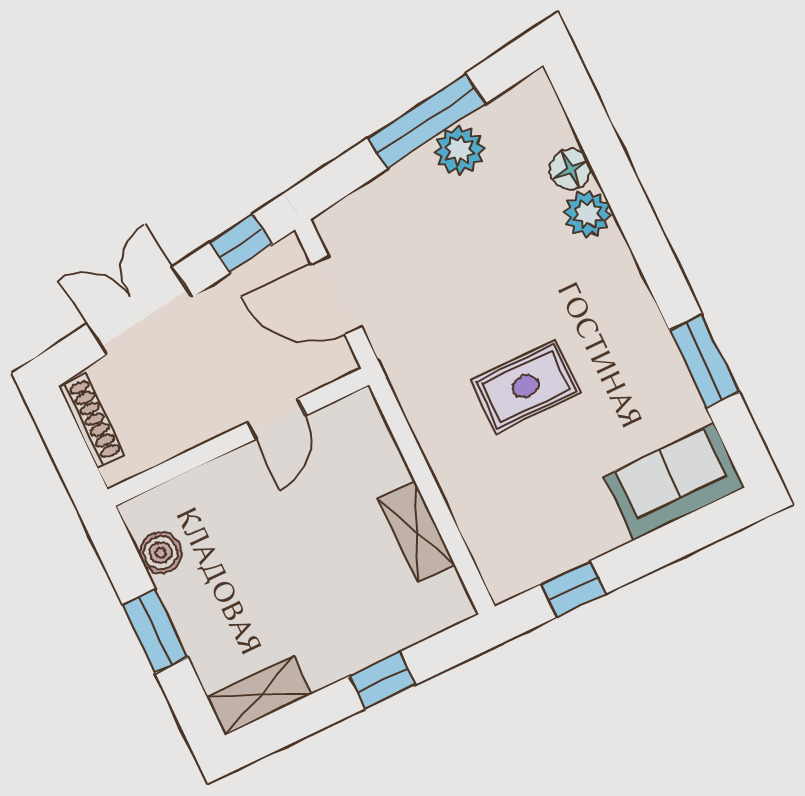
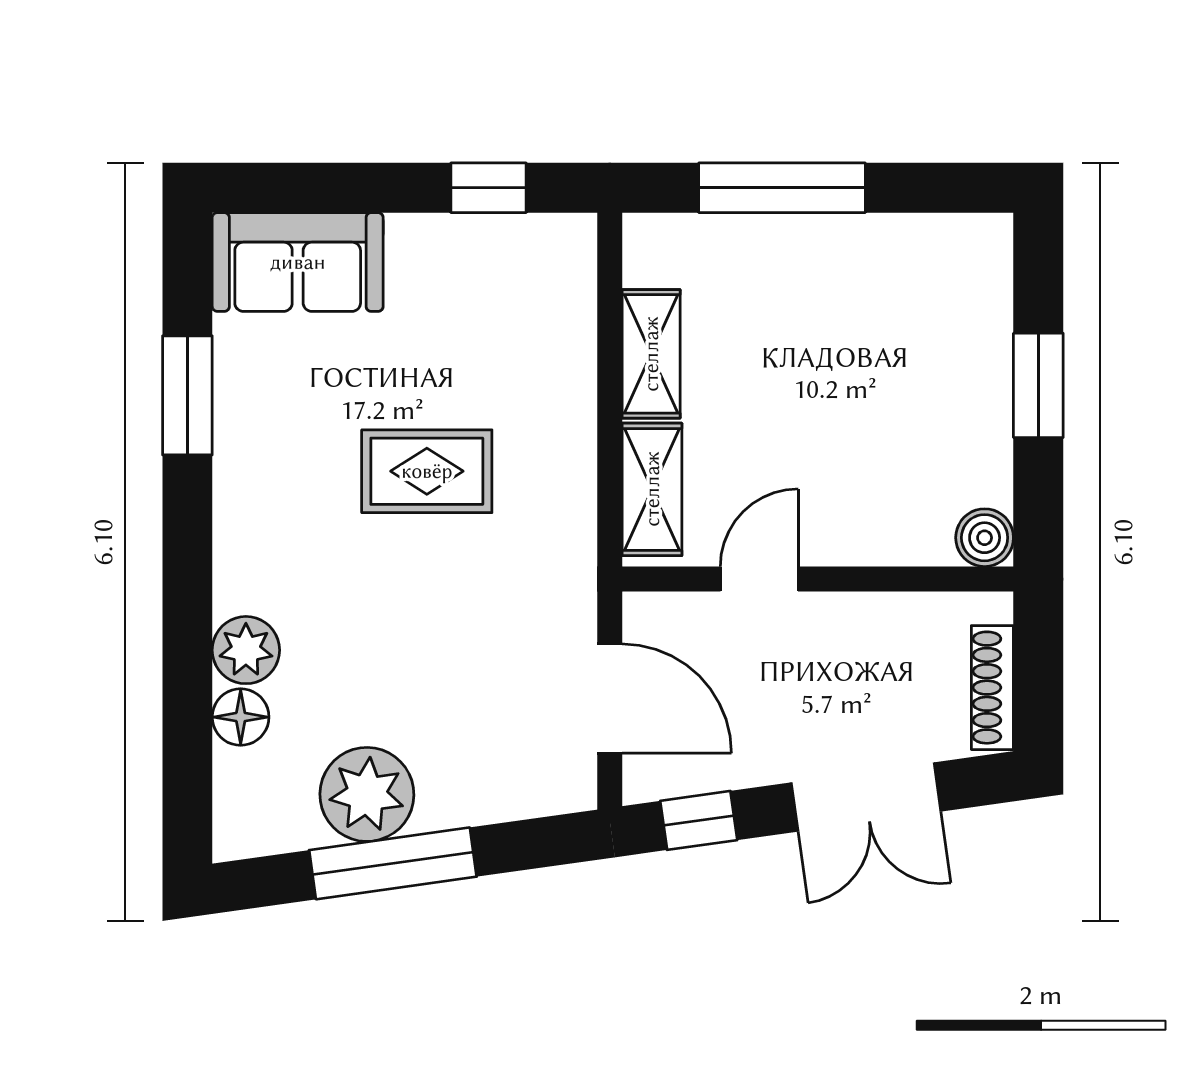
plant: (459, 150) -> (367, 794), width x1.36, depth x1.36
boiler: (161, 553) -> (985, 538), moved
window: (383, 680) -> (782, 188), width x2.17
shelving: (260, 695) -> (652, 489), moved, turned 90

